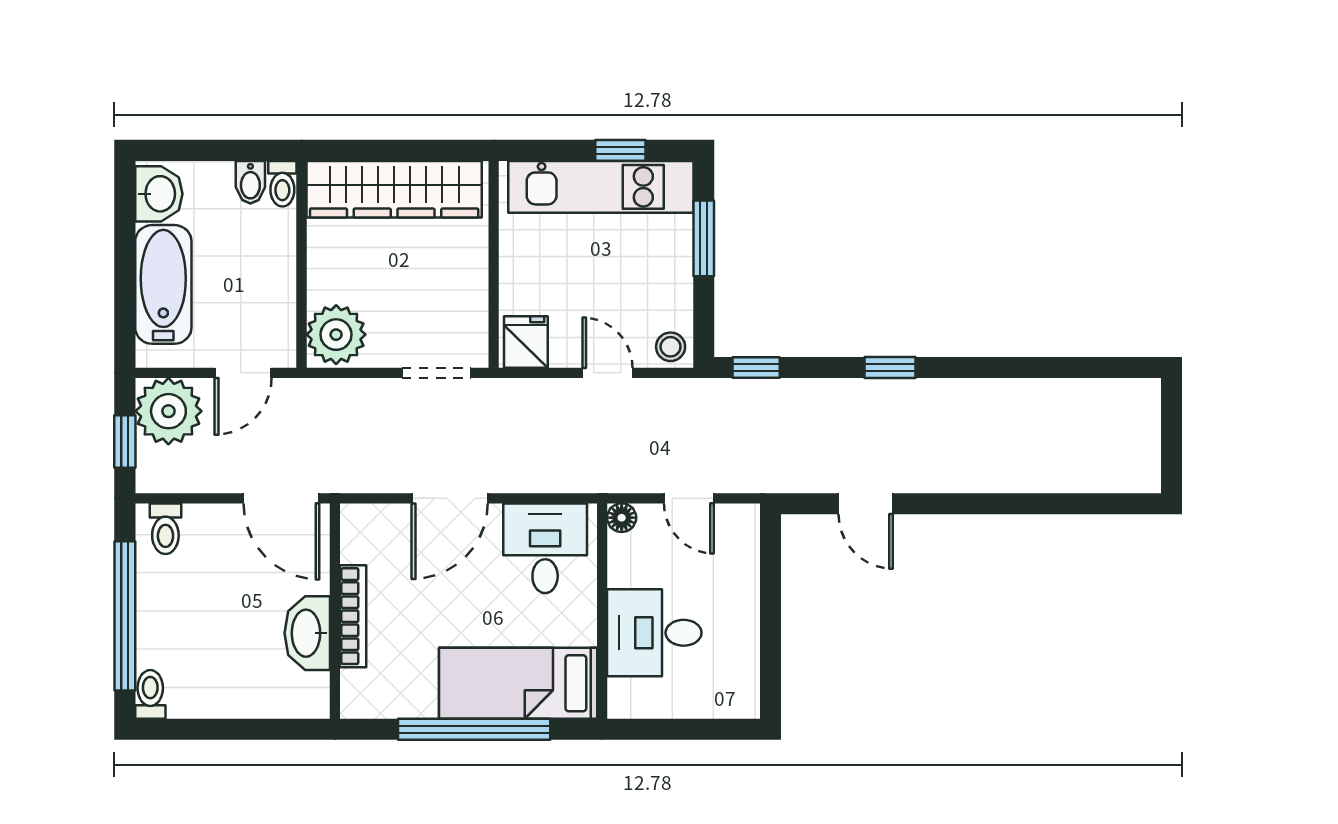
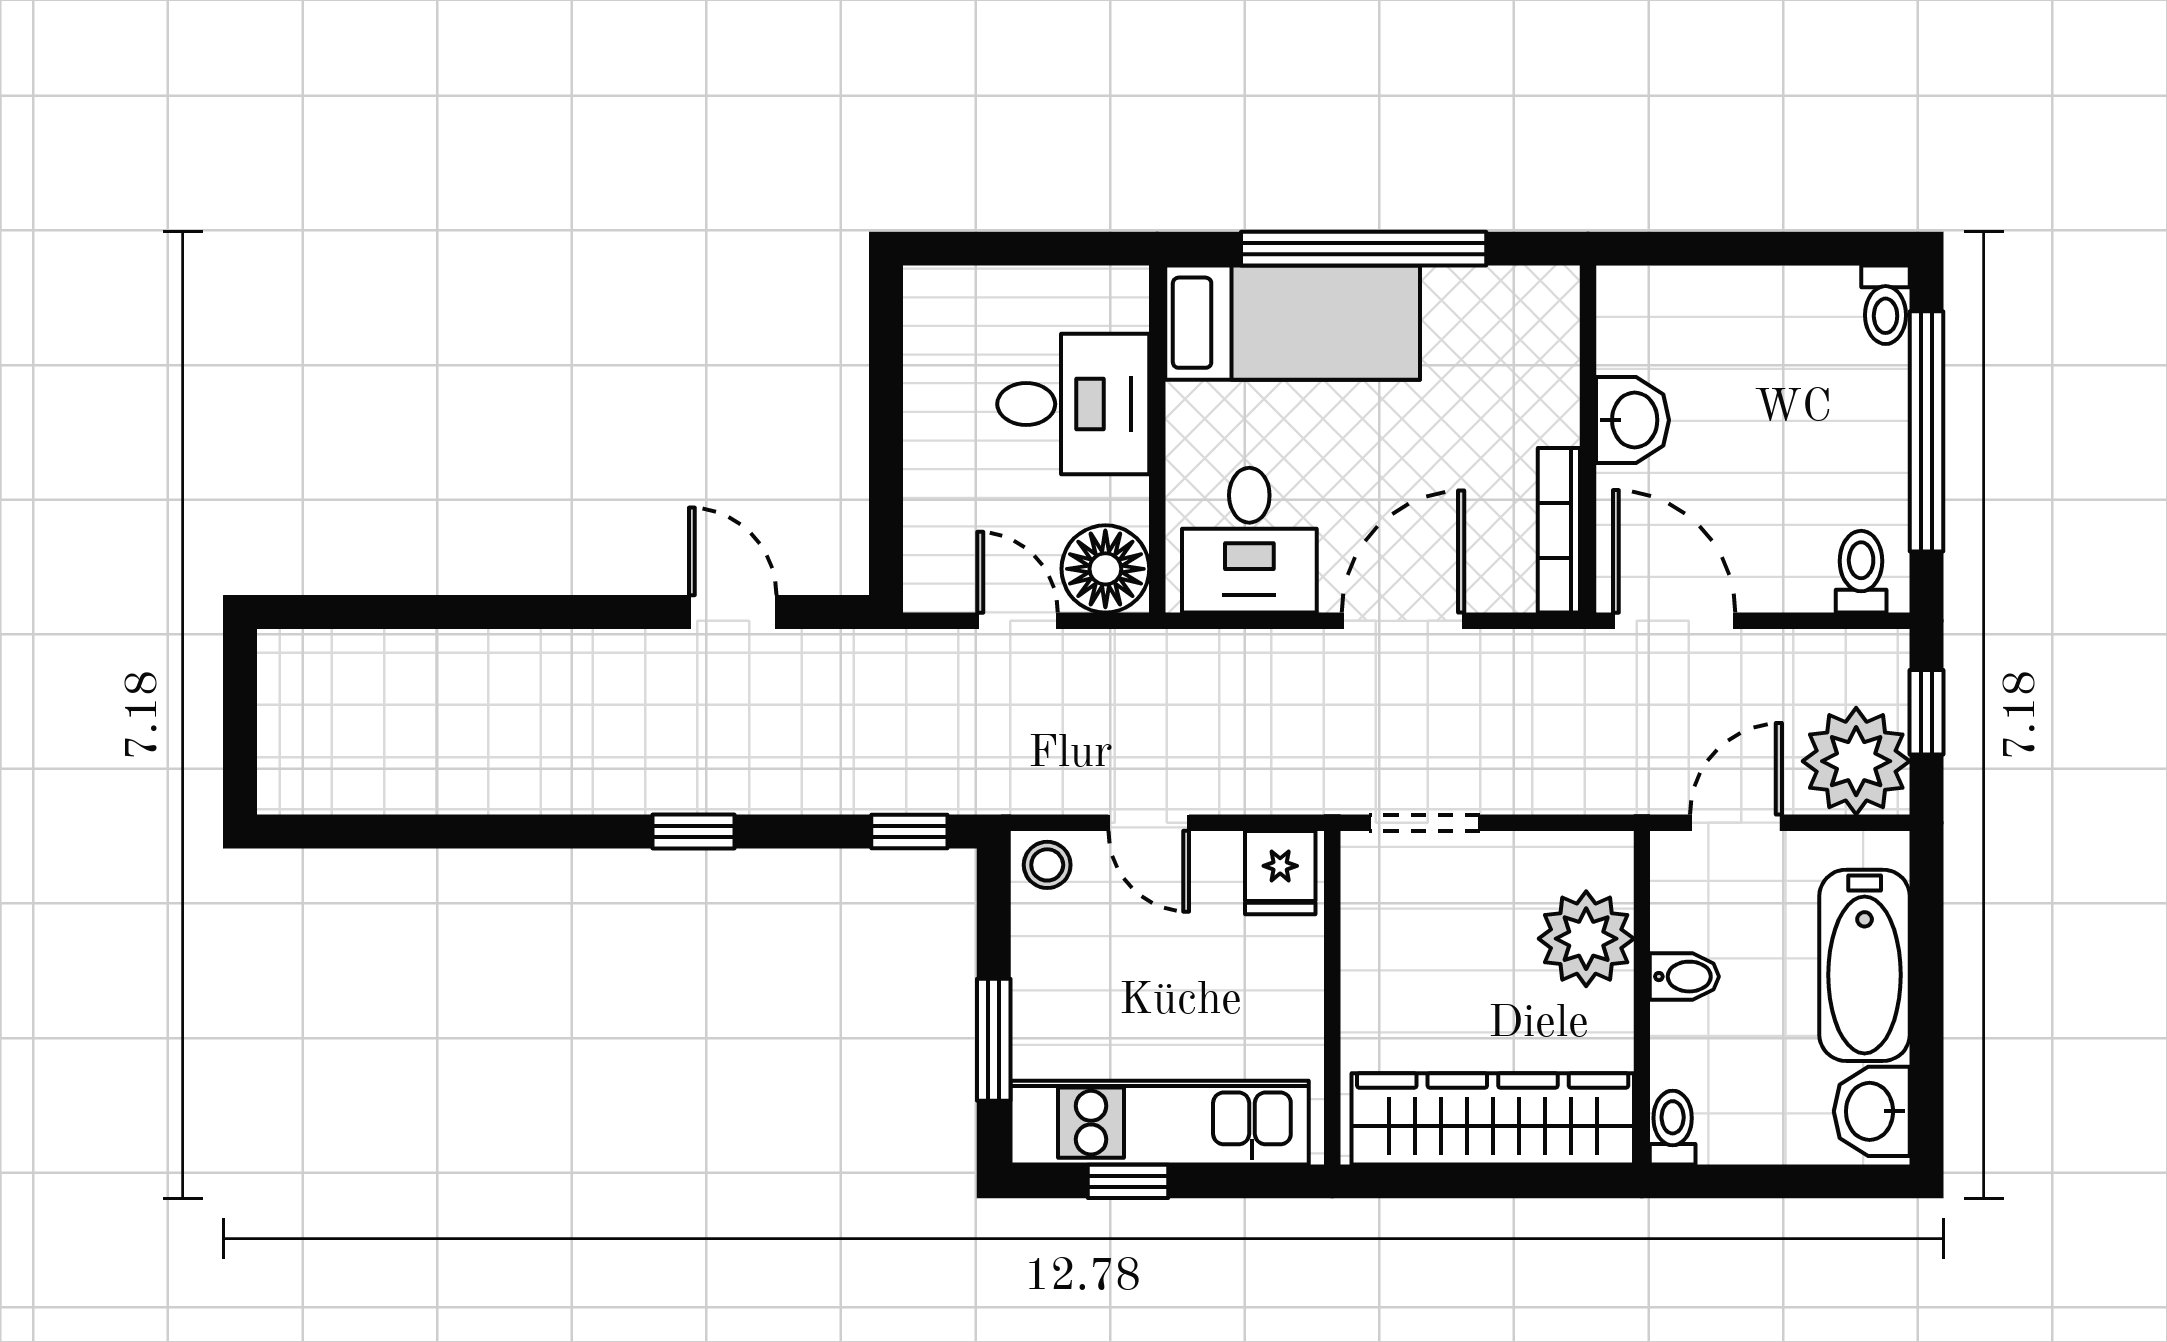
bidet: (250, 182) -> (1684, 977), moved, turned 90
plant: (336, 335) -> (1586, 939), moved
floor lamp: (622, 518) -> (1105, 569), width x1.89, depth x1.89
bookcase: (353, 616) -> (1559, 530), moved
washbasin: (307, 633) -> (1632, 420), width x0.72

